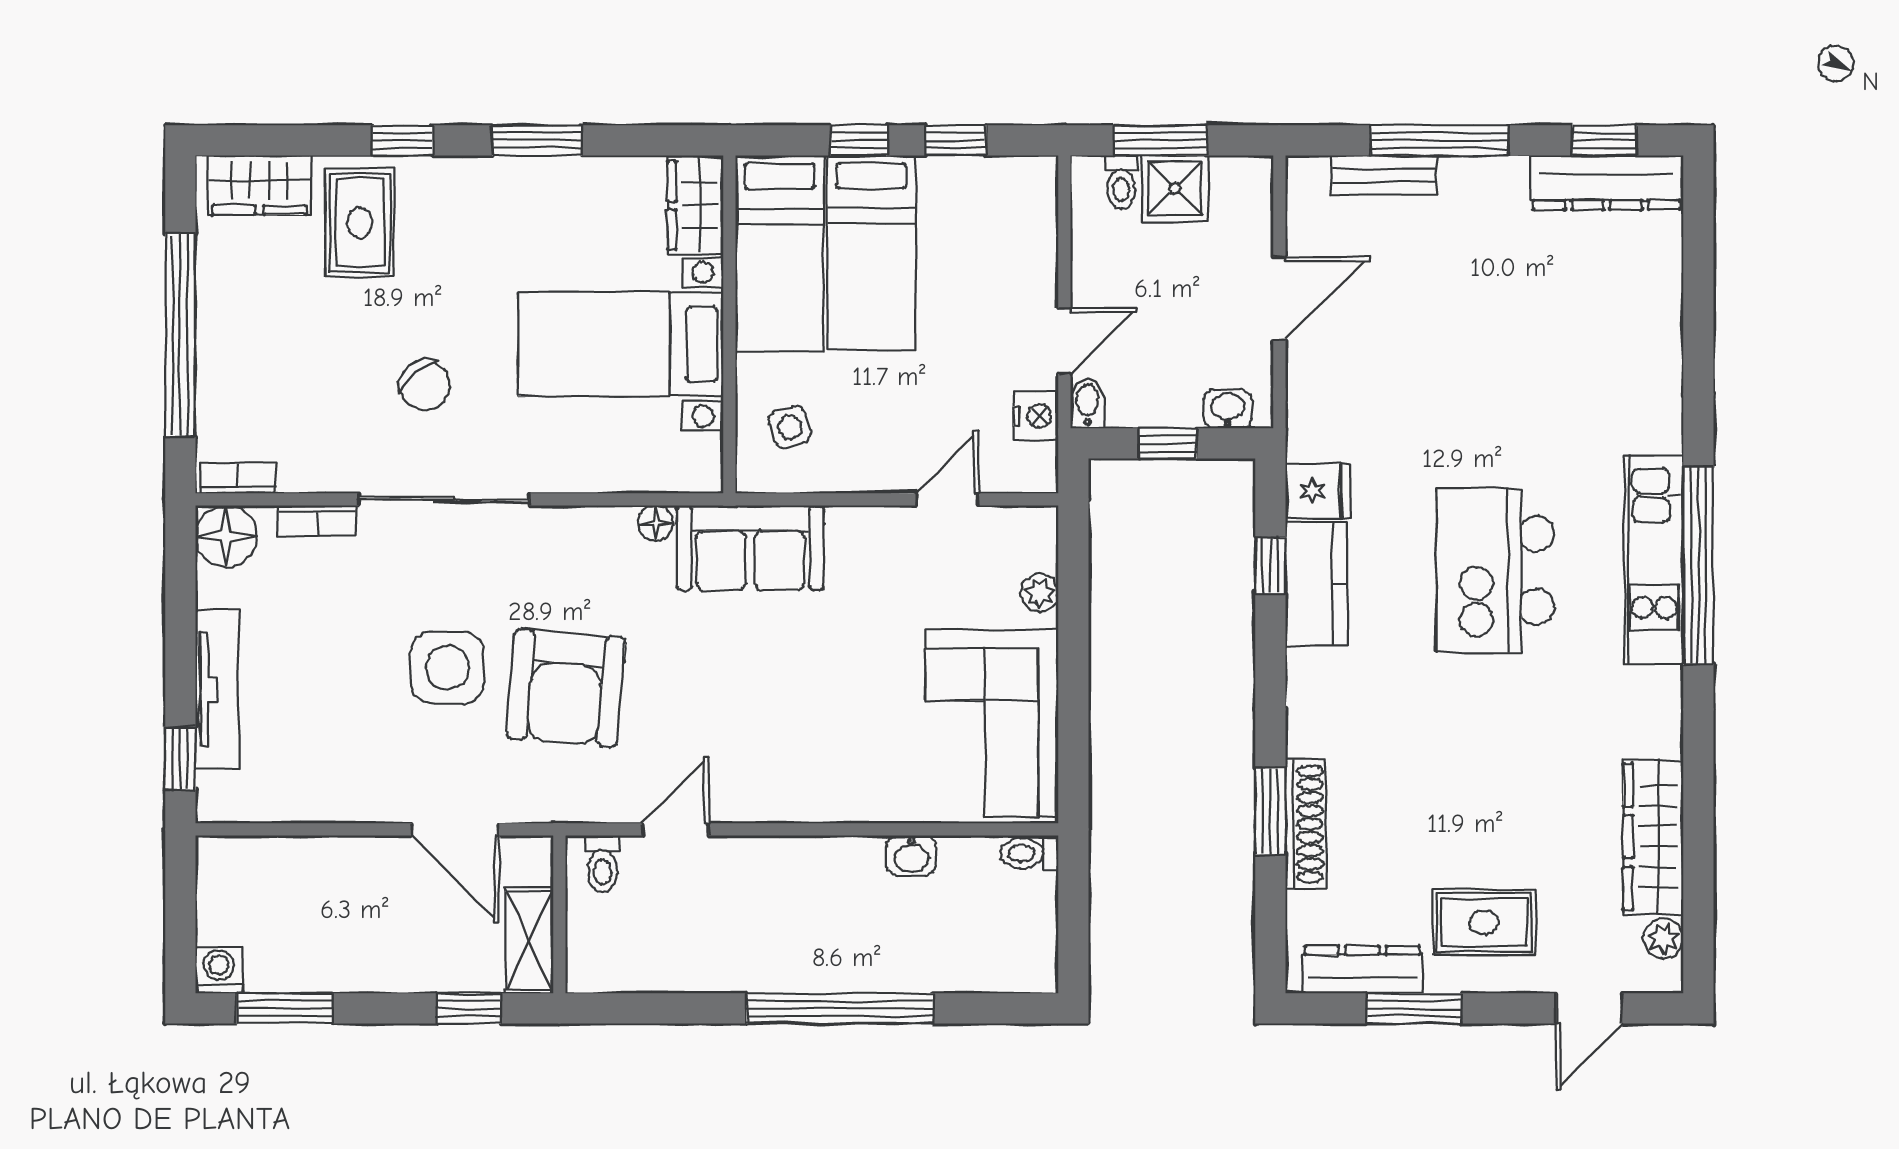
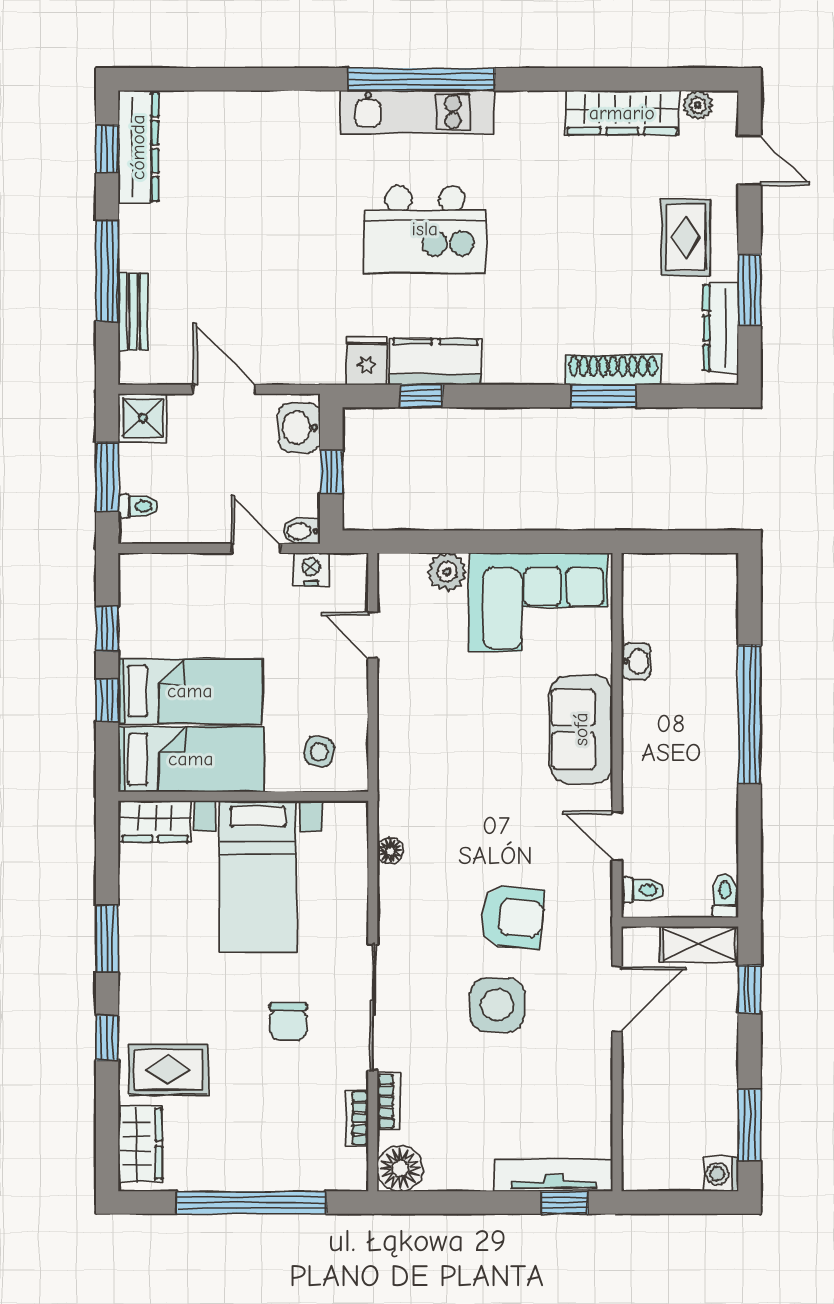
shower: (1175, 188) -> (143, 418), moved
chair: (425, 385) -> (288, 1021), turned 130
washbasin: (1228, 409) -> (299, 427), width x1.38, depth x1.45
side table: (790, 427) -> (319, 752), turned 30
bookcase: (238, 478) -> (357, 1118), moved
sofa: (750, 548) -> (581, 729), moved, turned 180
plant: (1040, 593) -> (447, 572), width x1.38, depth x1.38
armchair: (566, 688) -> (512, 917), width x0.73, depth x0.73
tv unit: (217, 689) -> (554, 1175), moved
toilet: (1029, 853) -> (725, 896), moved, turned 180

